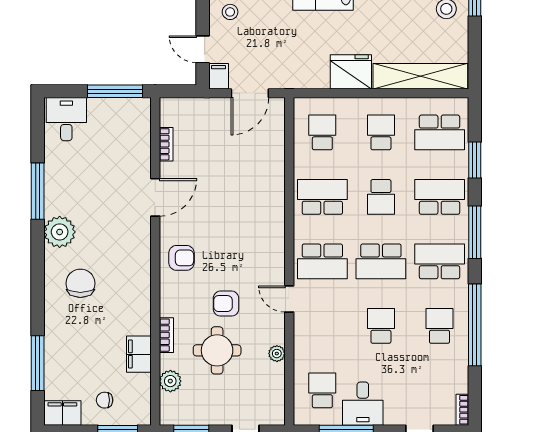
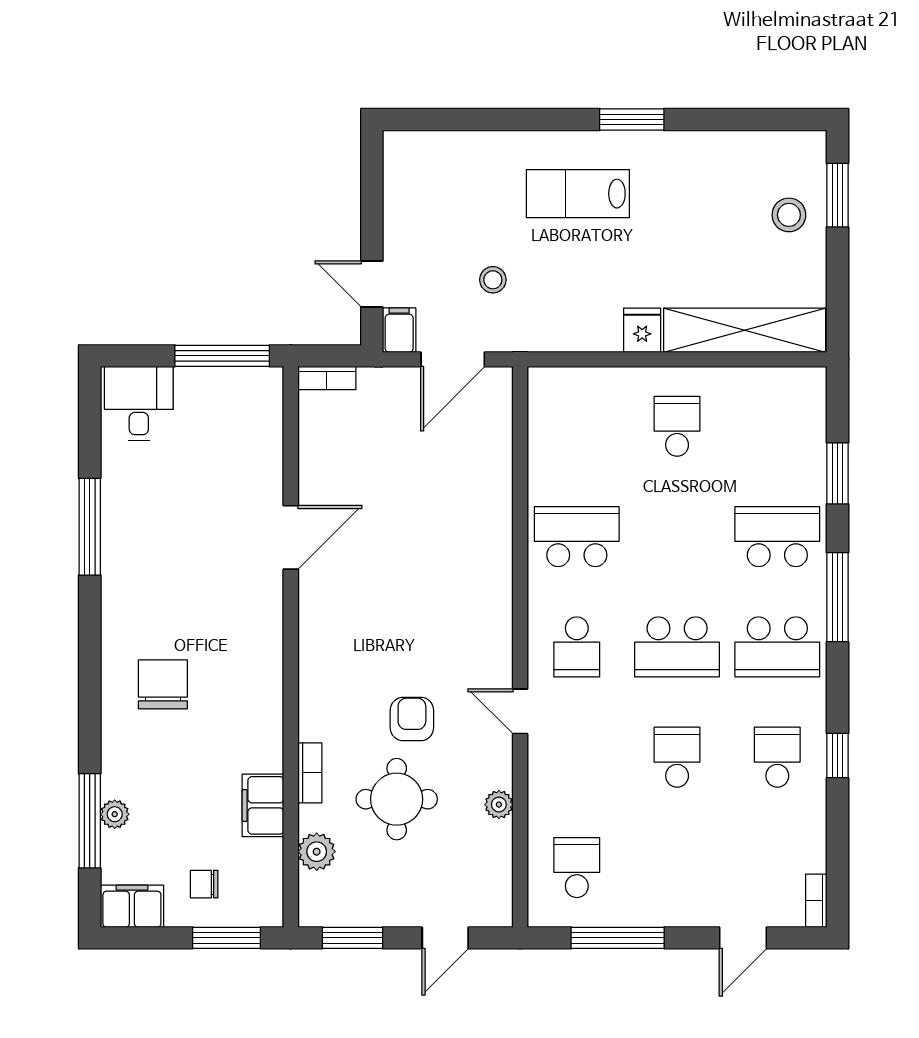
stool: (230, 12) -> (493, 280), moved
fridge: (351, 72) -> (642, 330), width x0.53, depth x0.75
school desk: (322, 132) -> (577, 426), removed
school desk: (440, 132) -> (777, 426), removed
bookcase: (166, 144) -> (327, 378), moved, turned 90
school desk: (381, 197) -> (677, 537), removed
plant: (60, 232) -> (115, 814), moved, width x0.53, depth x0.53
armchair: (181, 258) -> (336, 641), removed
school desk: (322, 261) -> (577, 647), width x0.54
school desk: (440, 261) -> (777, 647), turned 180
armchair: (226, 304) -> (412, 719), turned 90
window: (475, 325) -> (838, 755), width x0.32
desk: (363, 404) -> (646, 890), removed

